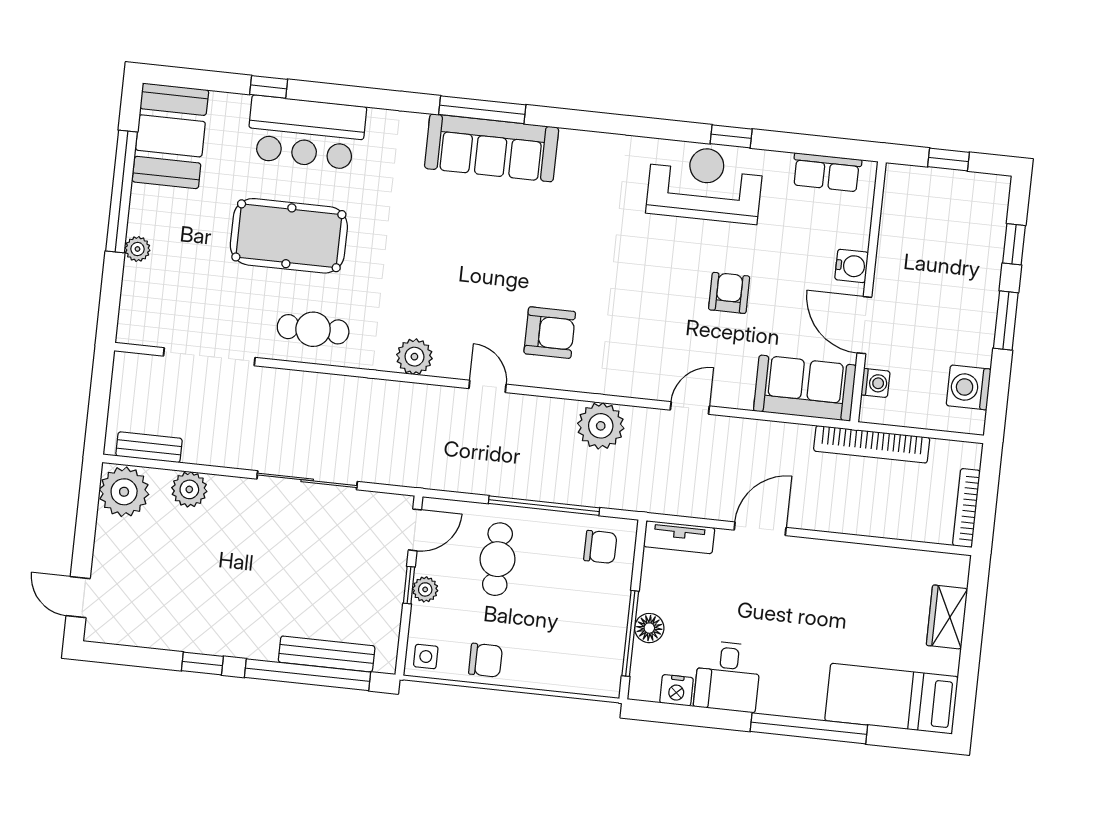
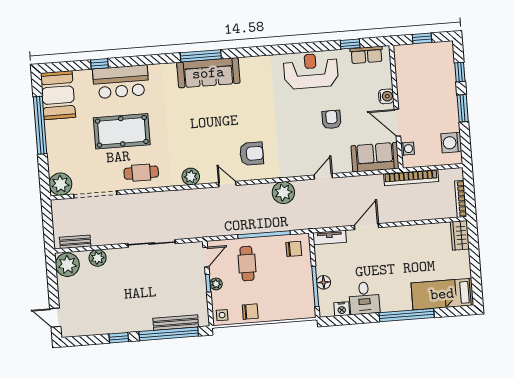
window: (731, 136) -> (350, 44), moved
plant: (138, 249) -> (60, 184), moved, width x1.87, depth x1.87
wardrobe: (947, 617) -> (460, 235), moved

